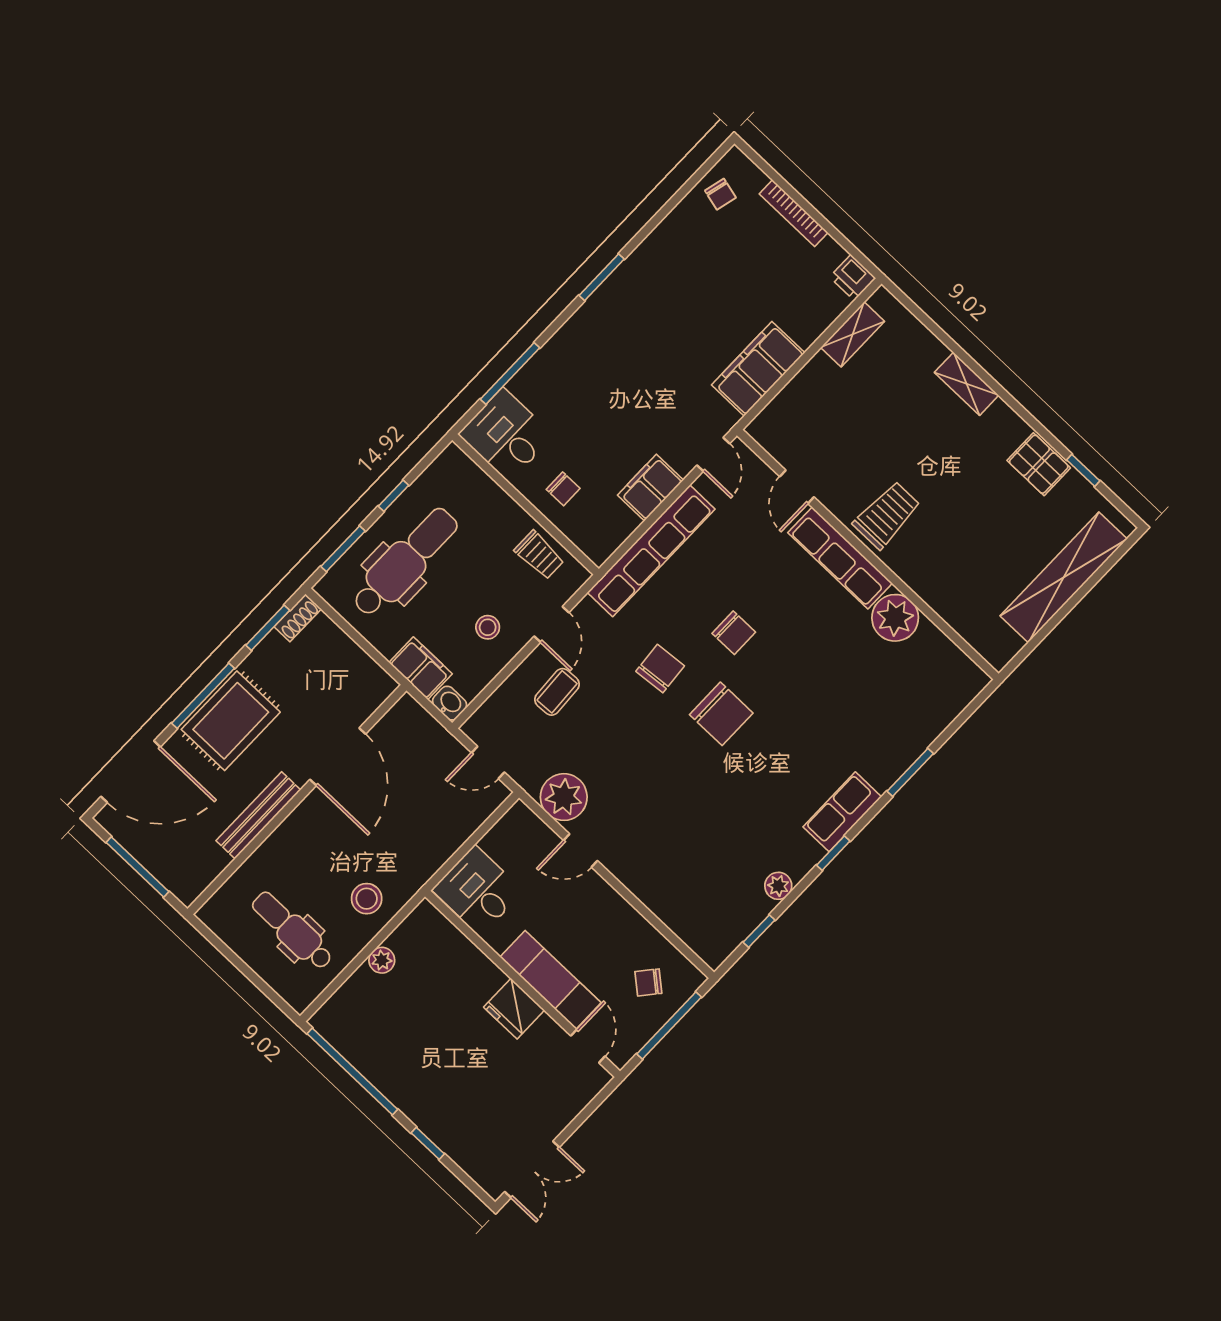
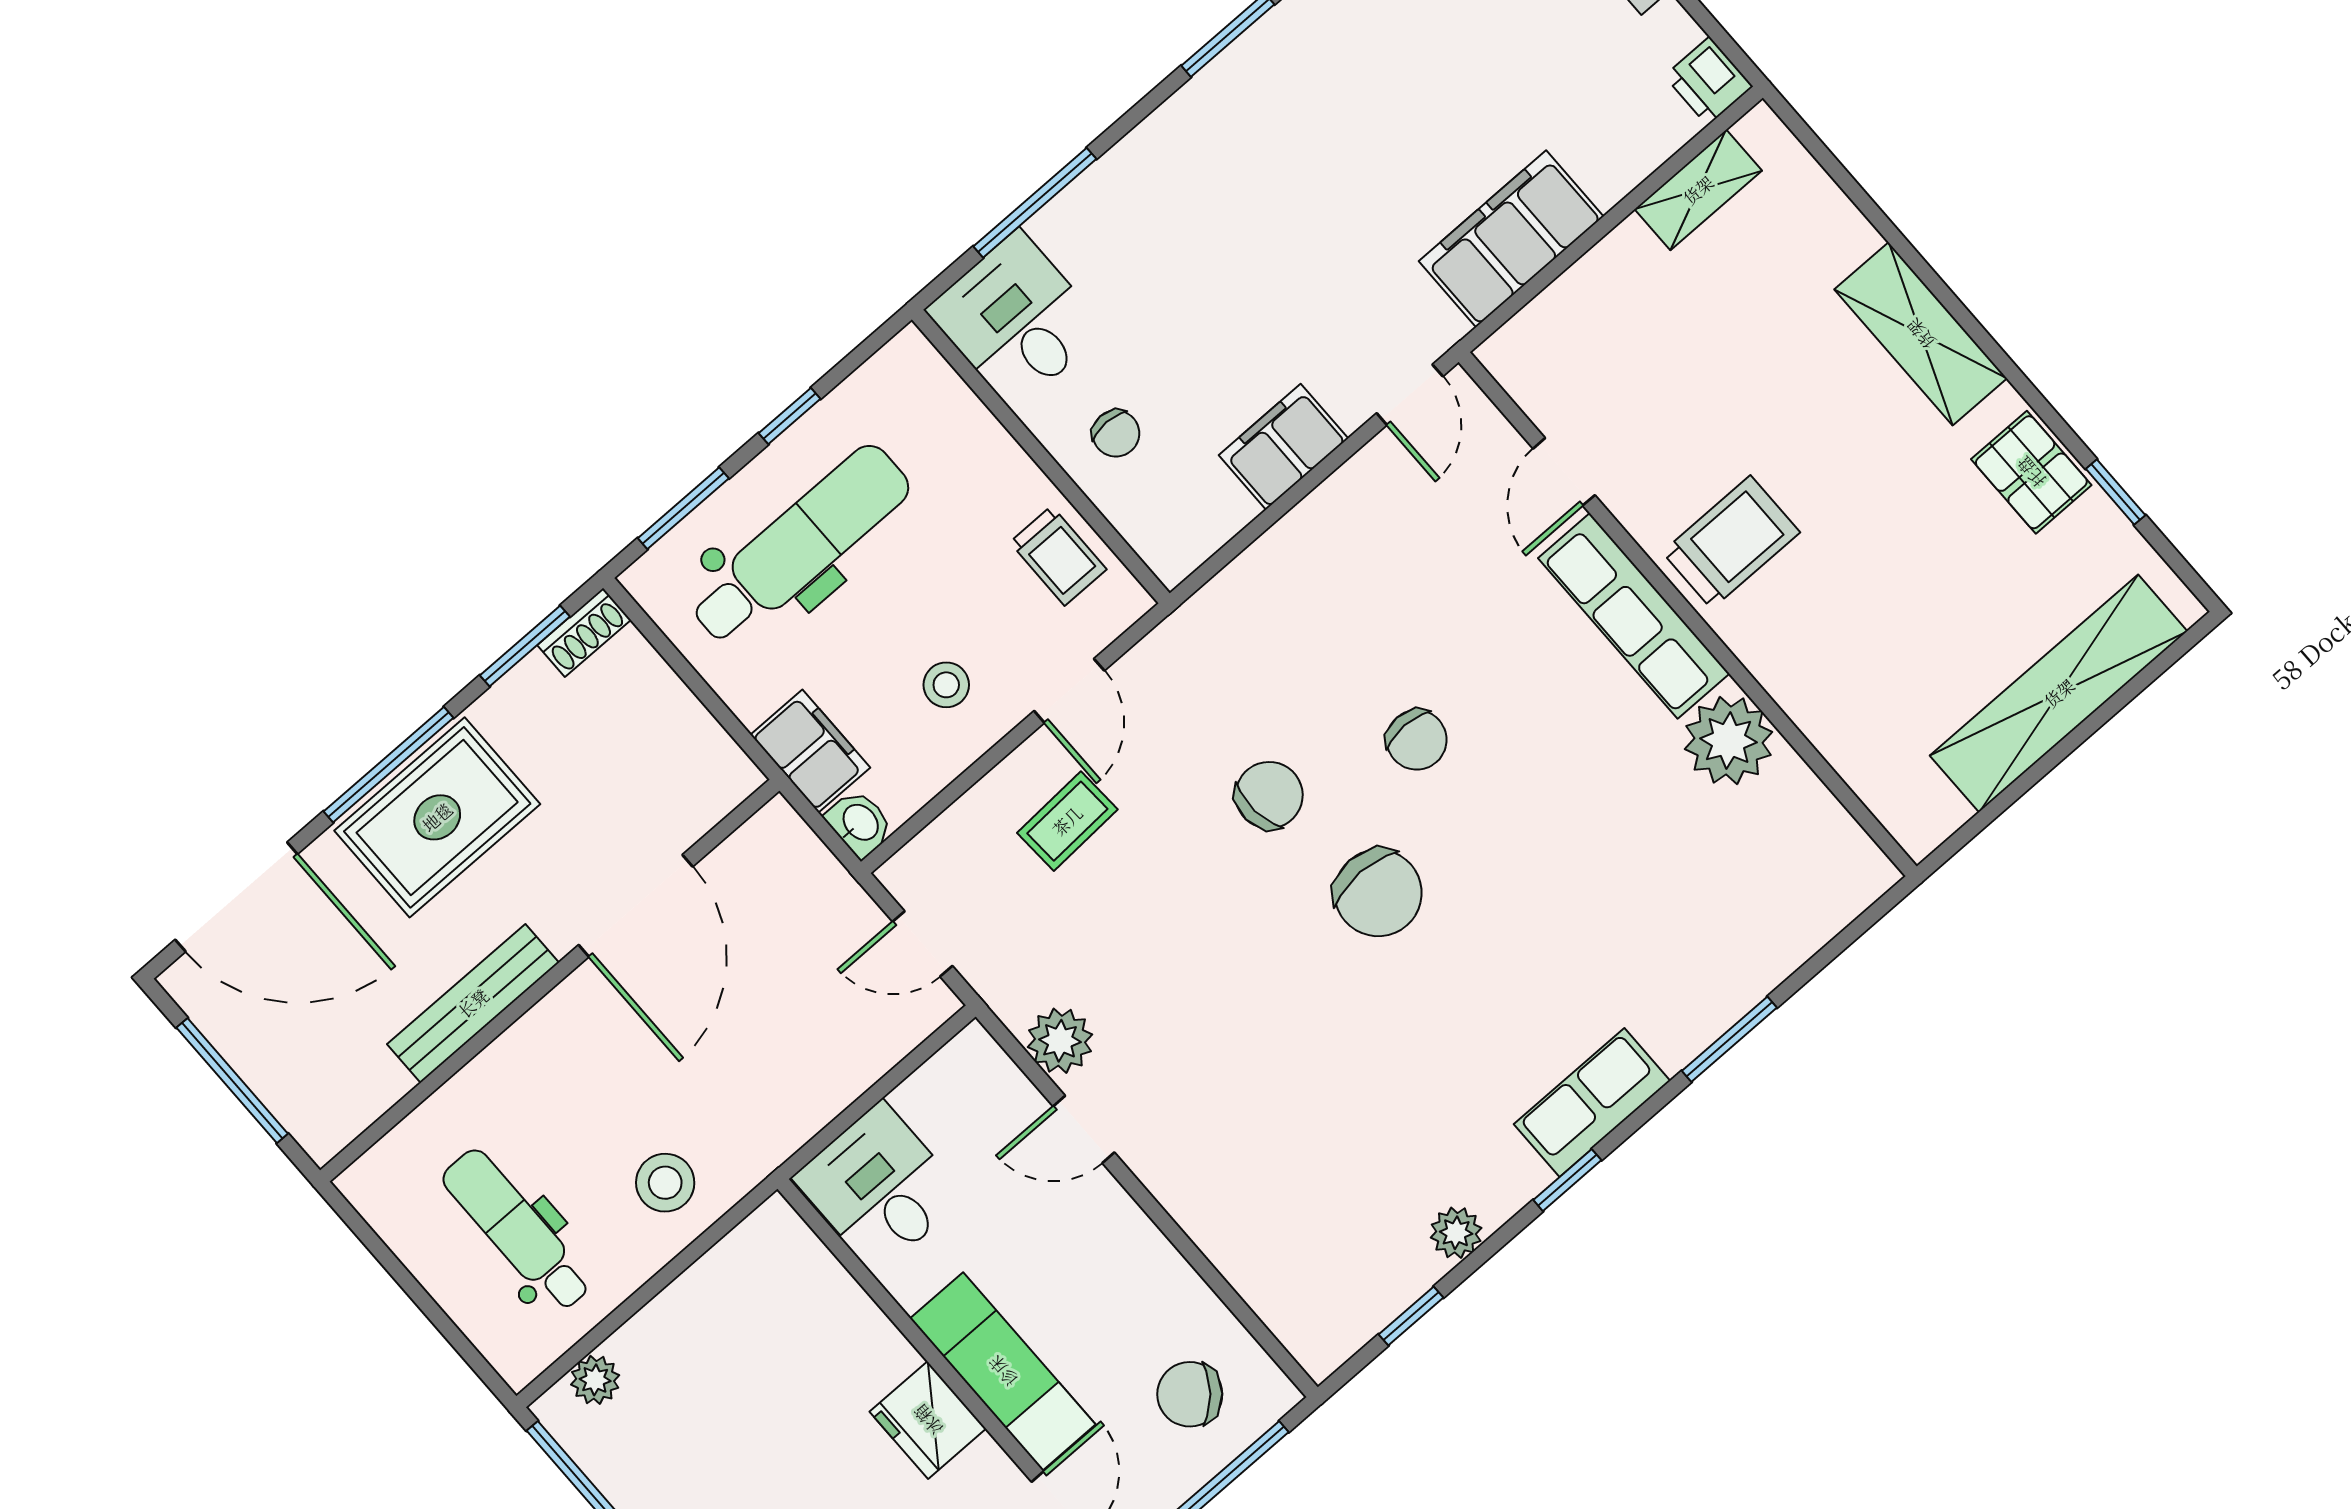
shelving: (967, 384) -> (1921, 334), width x1.50, depth x1.33
row of seats: (651, 551) -> (1273, 568), removed
plant: (564, 797) -> (1060, 1041), width x0.73, depth x0.73
plant: (382, 960) -> (595, 1380), moved
chair: (648, 982) -> (1190, 1394), width x1.37, depth x1.37

